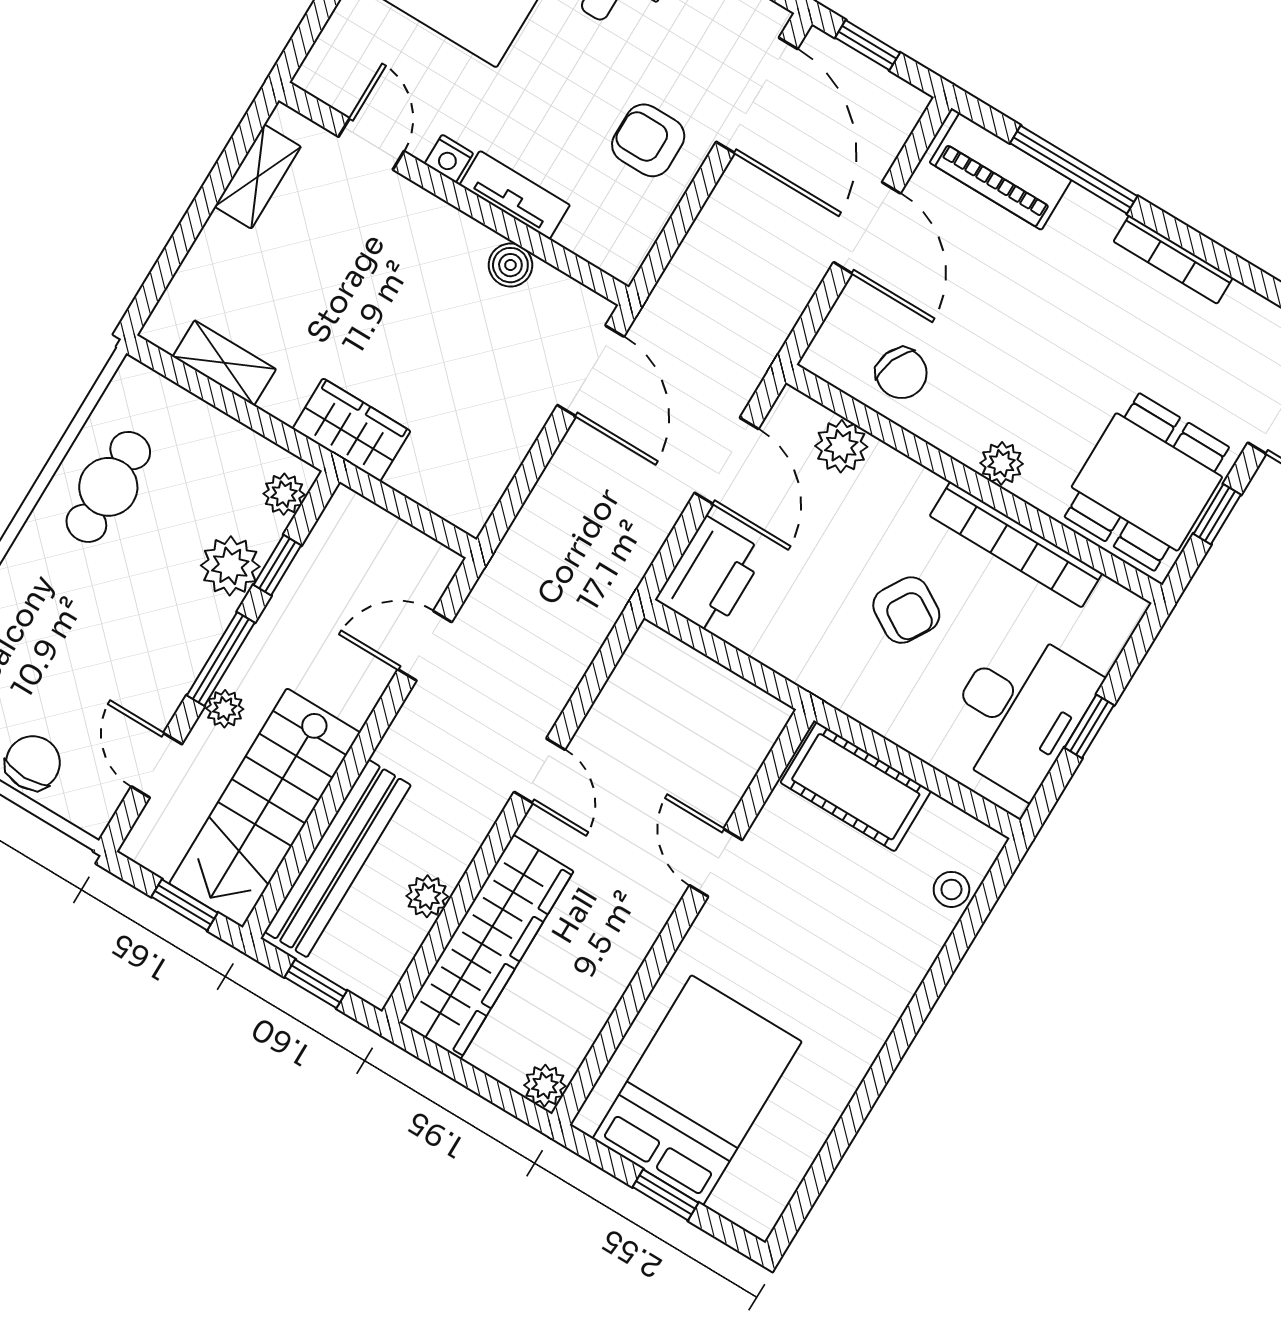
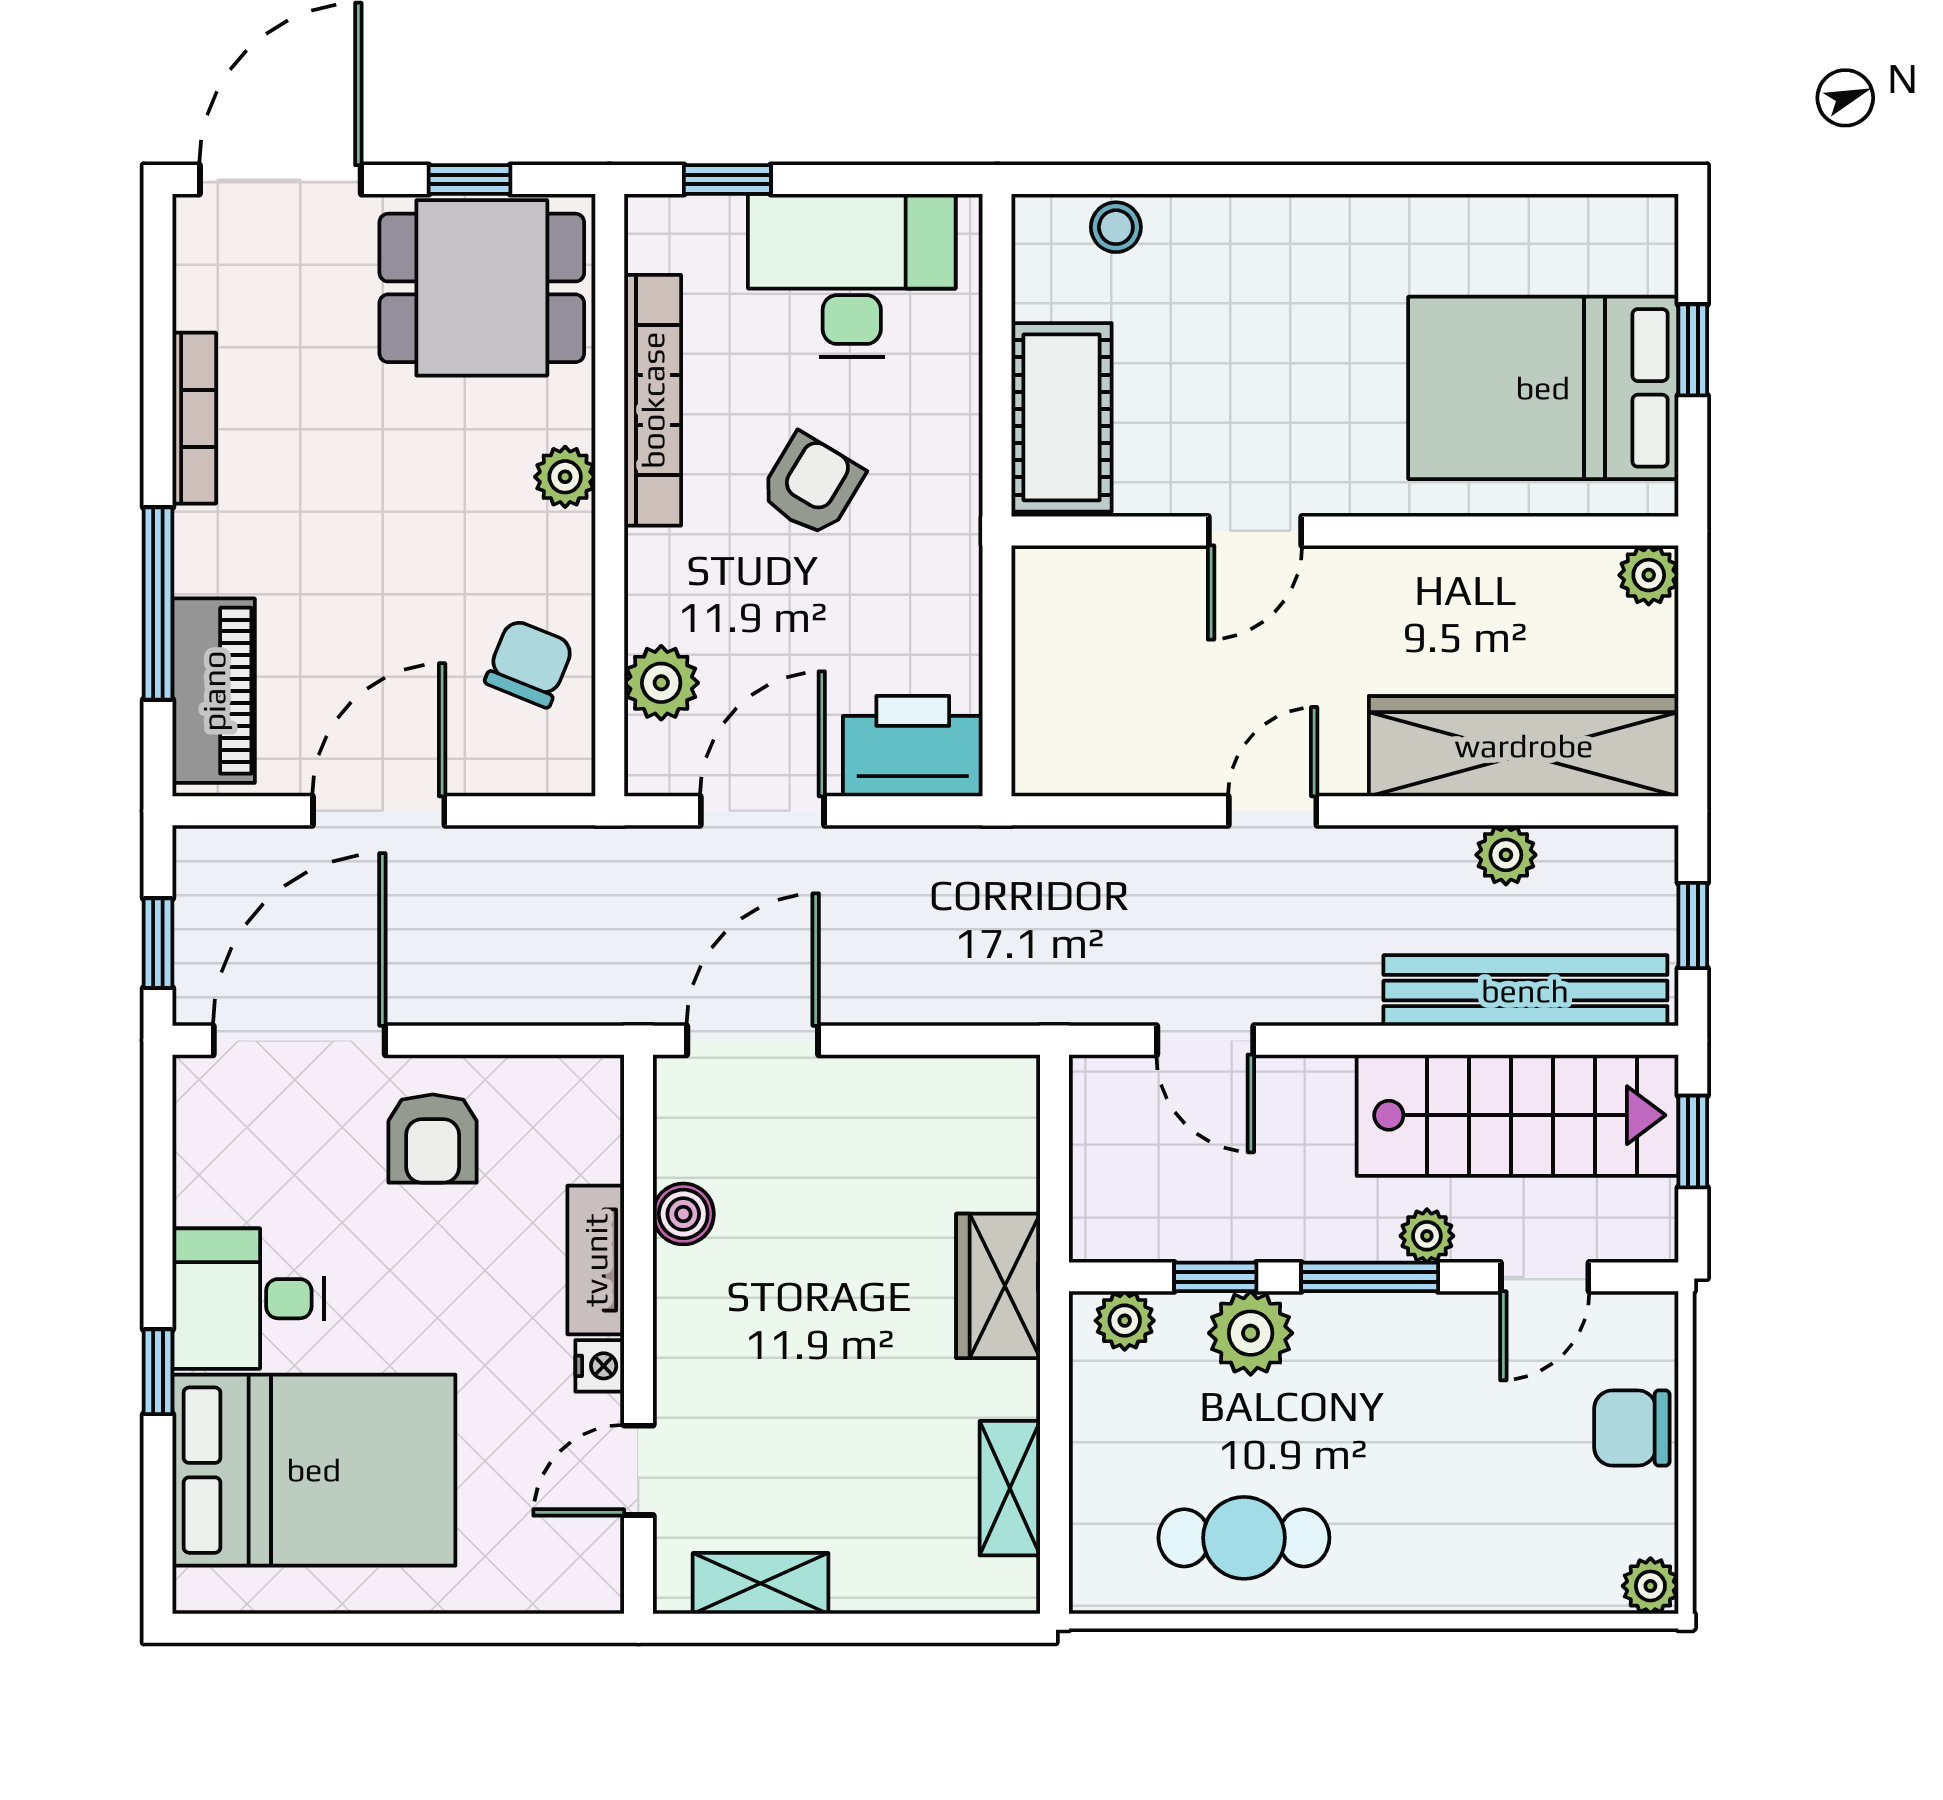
window: (1089, 726) -> (727, 180), moved

